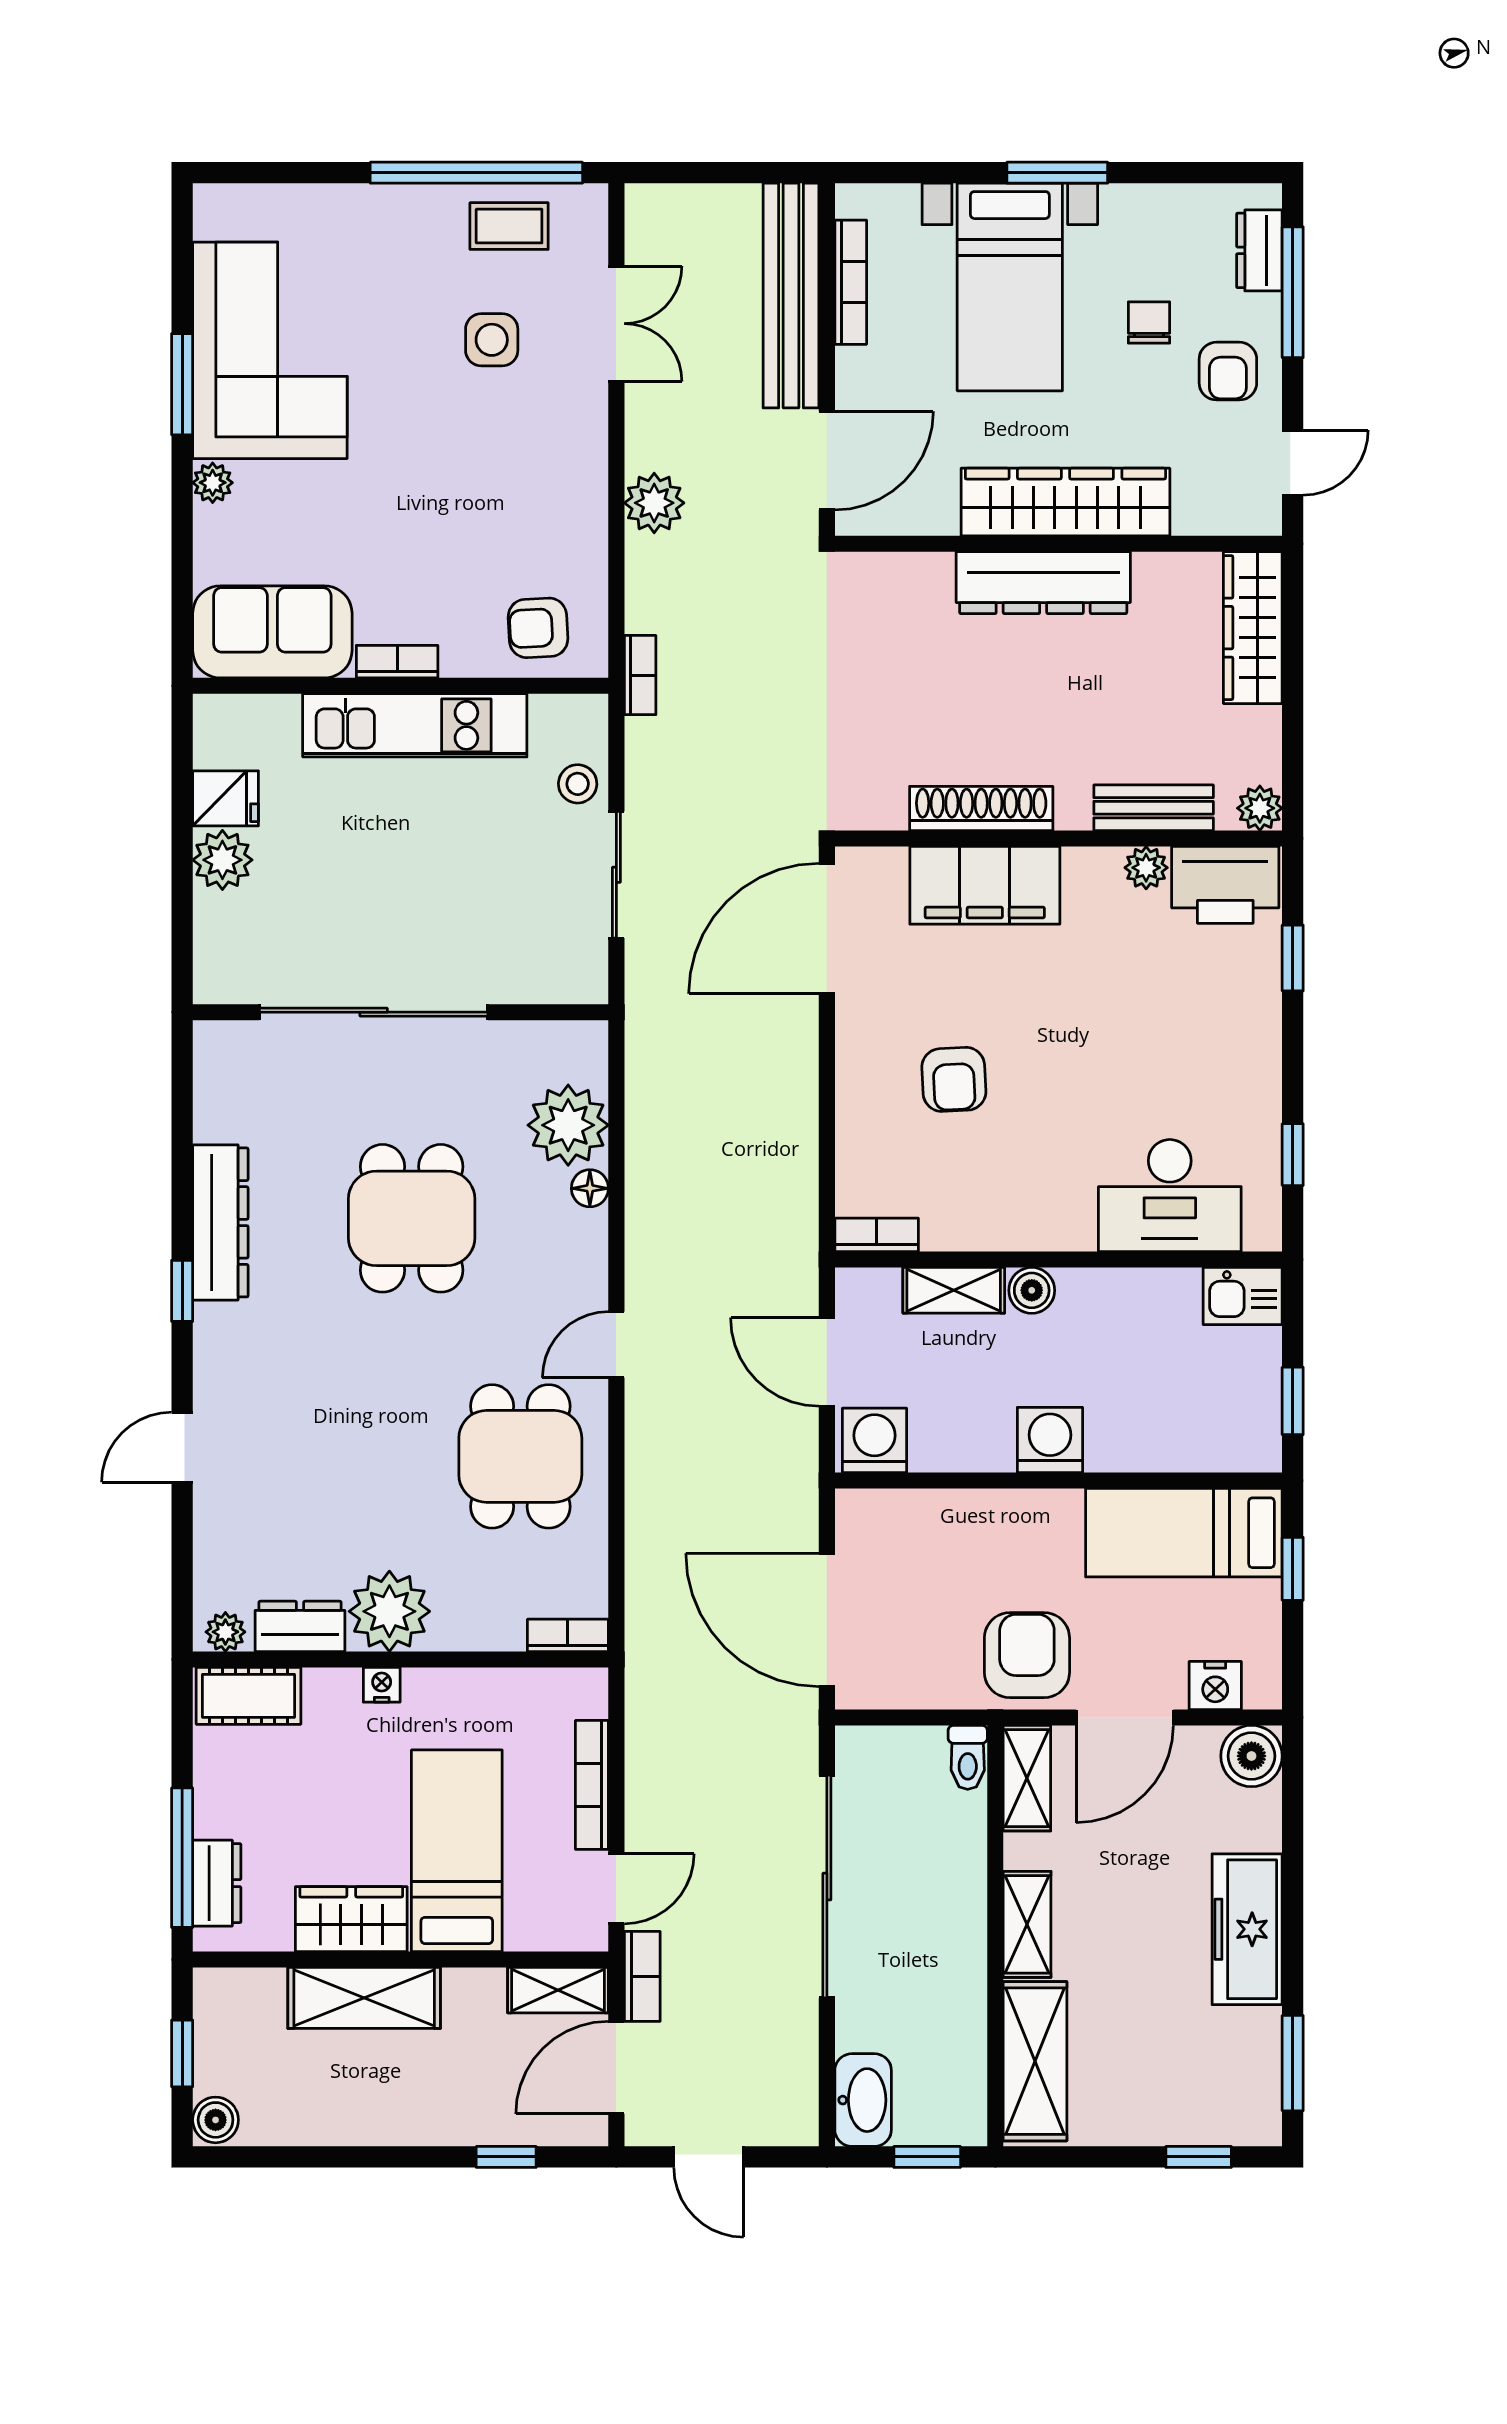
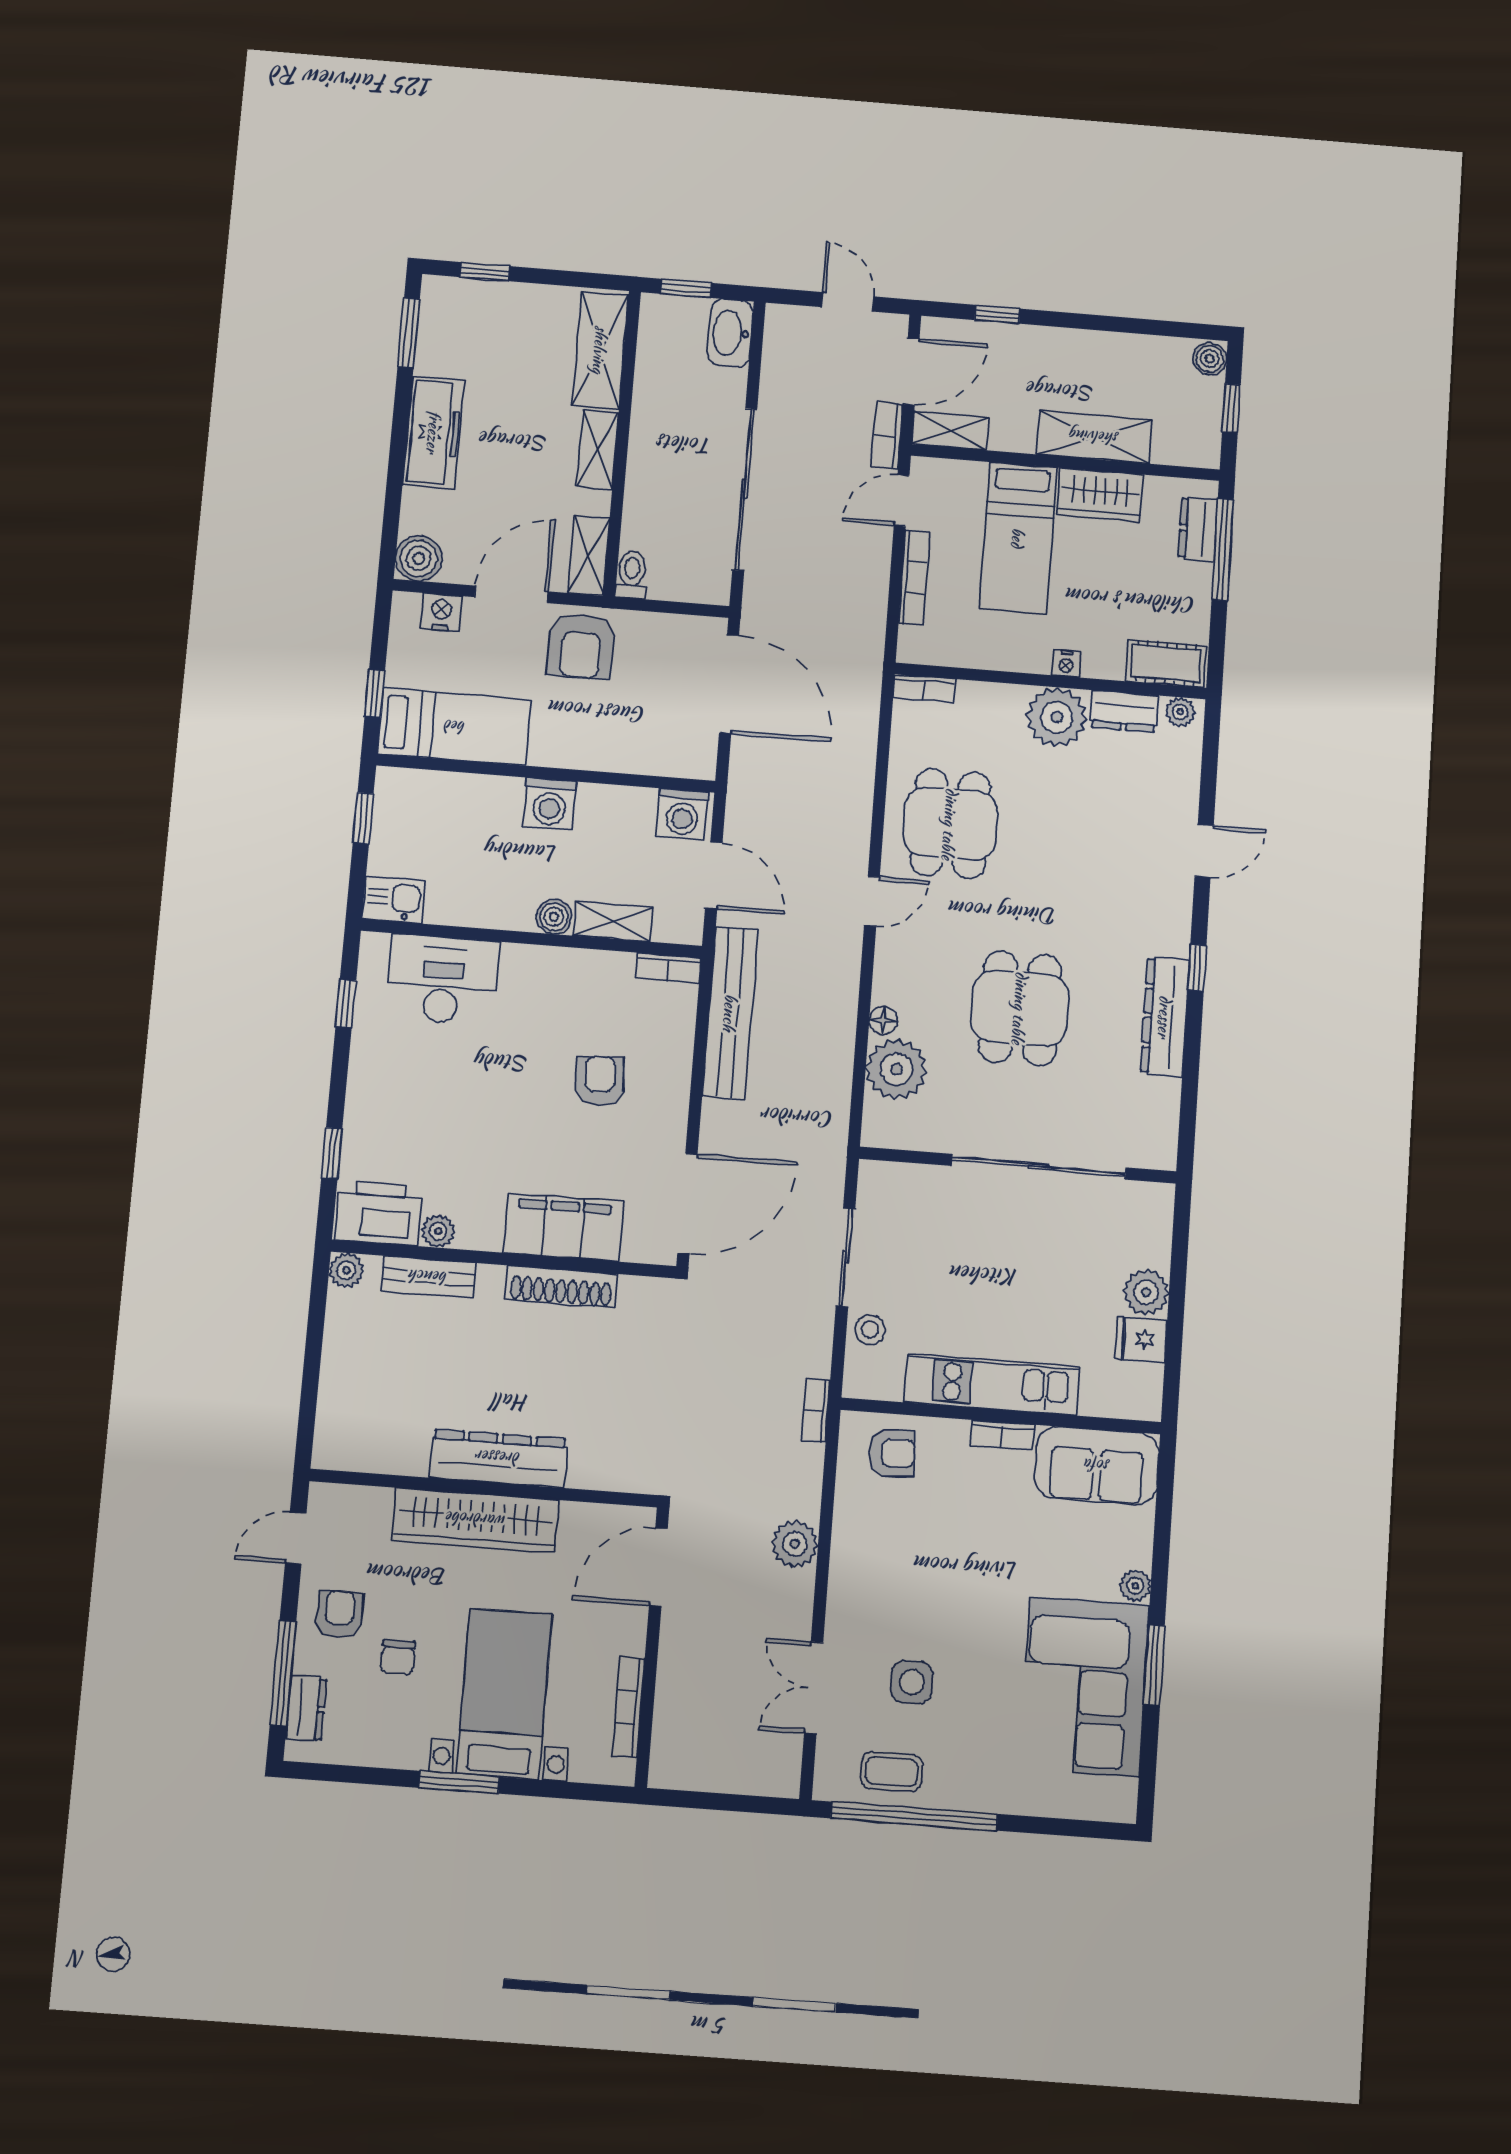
bench: (791, 296) -> (730, 1013), moved
wardrobe: (1253, 628) -> (339, 1411), removed

